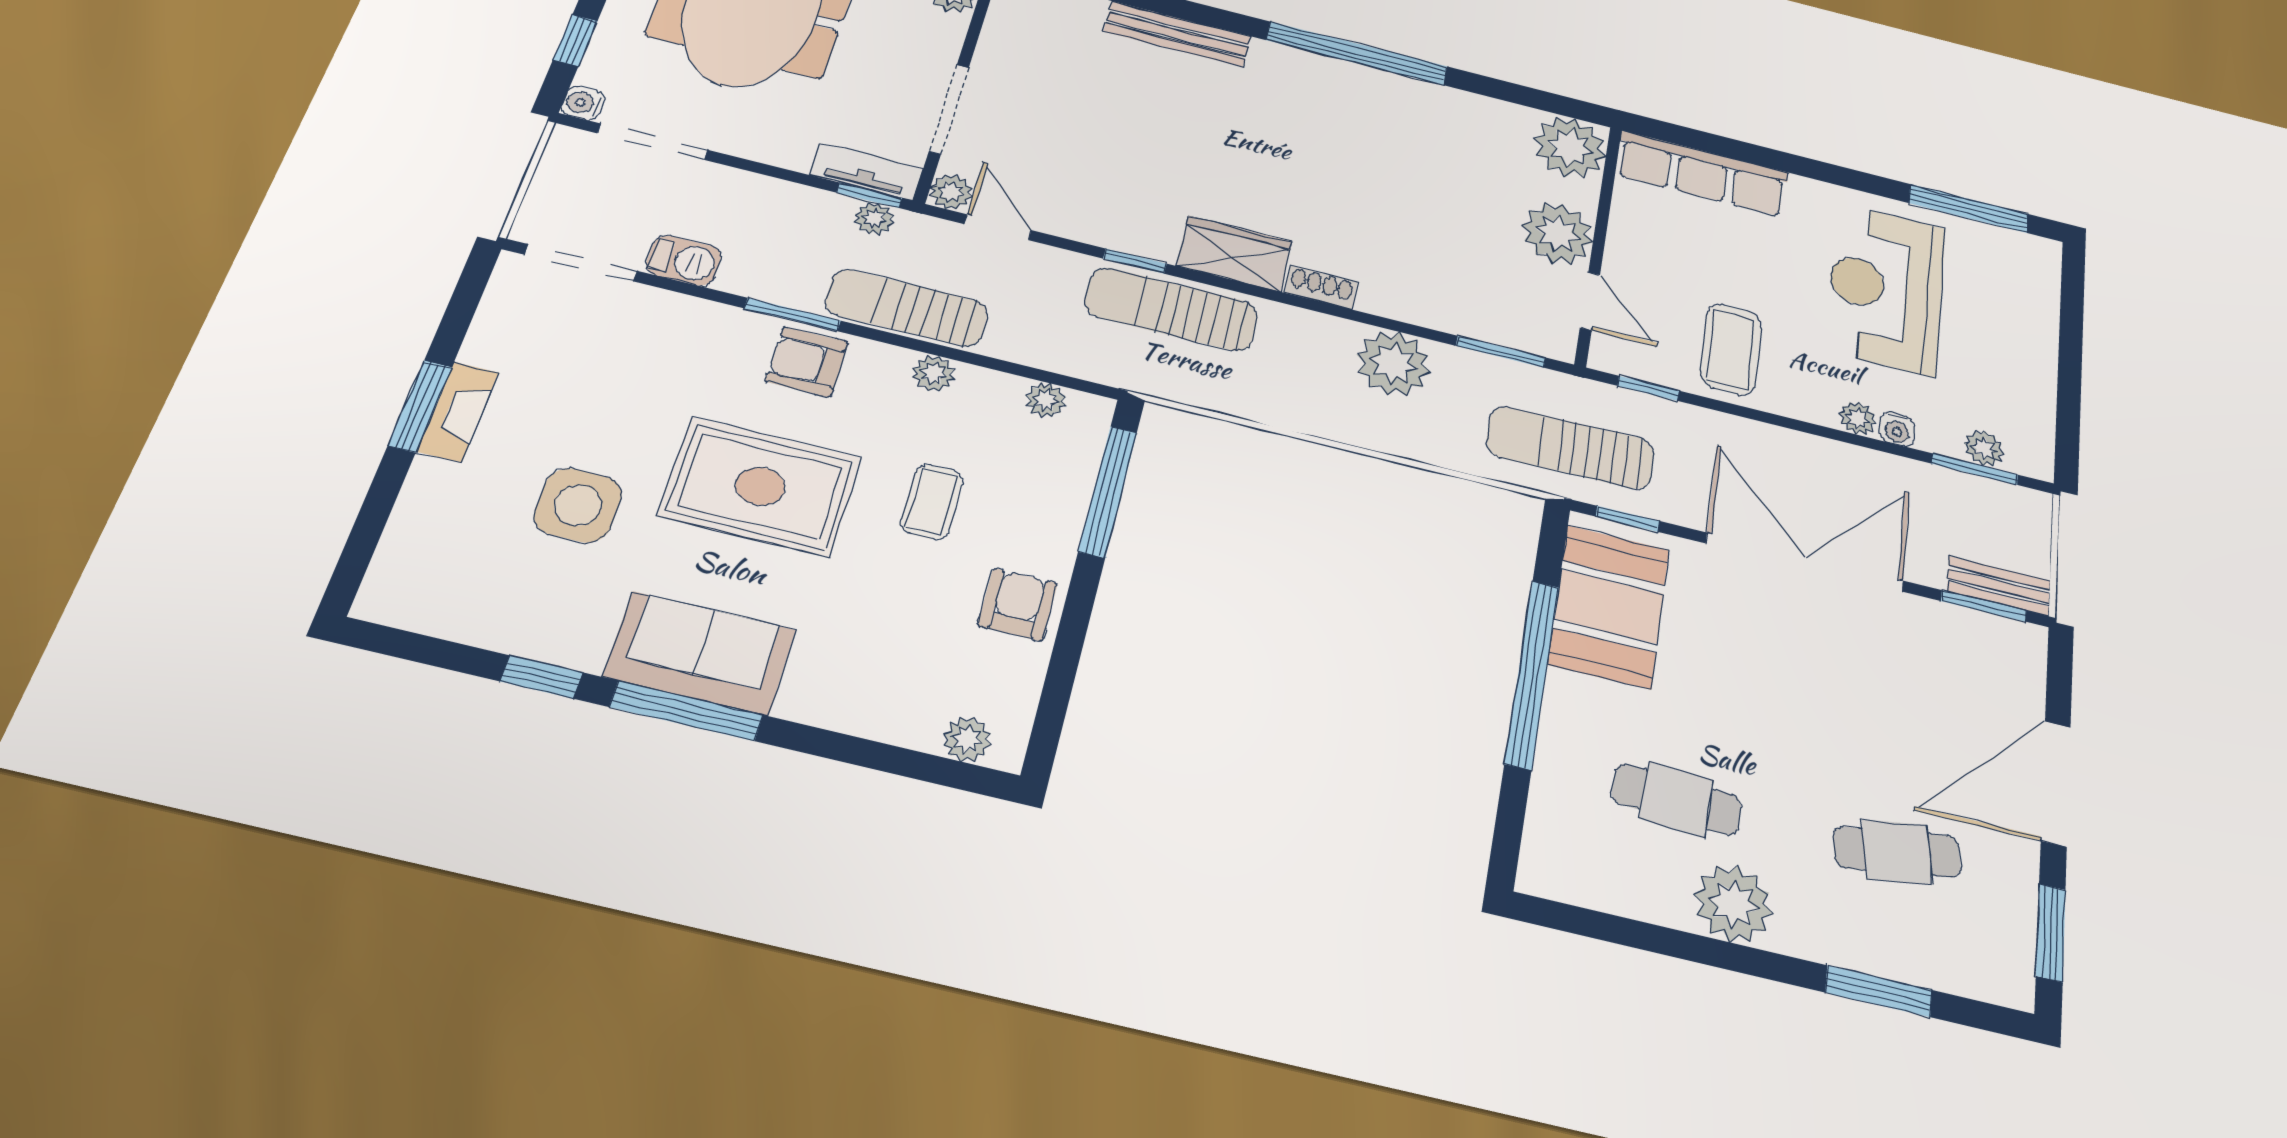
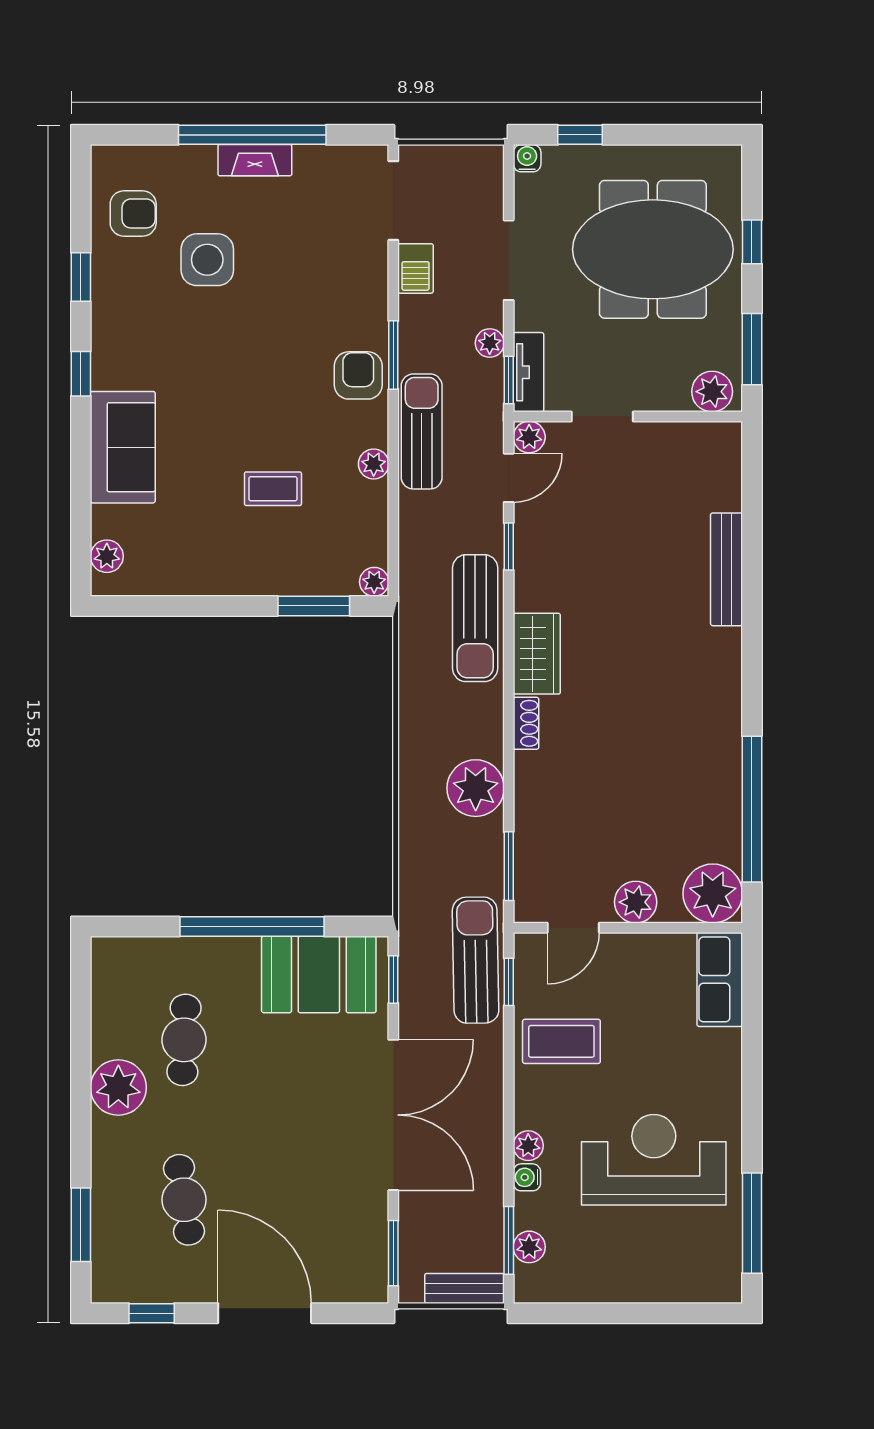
window: (1357, 53) -> (752, 809), moved
doorway: (949, 109) -> (602, 417), width x0.73
doorway: (653, 142) -> (509, 260), moved
row of seats: (1702, 174) -> (720, 979), width x0.68
plant: (874, 219) -> (490, 343), moved
plant: (1557, 233) -> (636, 902), width x0.73, depth x0.73
window: (1135, 261) -> (509, 546), moved
sun lounger: (1172, 309) -> (475, 618), turned 180
plant: (1046, 400) -> (374, 582), moved
window: (420, 406) -> (252, 135), width x2.11
sun lounger: (1571, 448) -> (476, 960), moved
rug: (760, 486) -> (254, 372), removed
window: (1108, 491) -> (314, 606), width x0.69
bench: (1999, 586) -> (464, 1288), moved, turned 90
armchair: (1018, 604) -> (133, 213), moved
sofa: (700, 653) -> (123, 447), moved
window: (686, 711) -> (81, 374), width x0.46
window: (2051, 933) -> (152, 1313), width x0.67
window: (1879, 991) -> (81, 1225), moved

